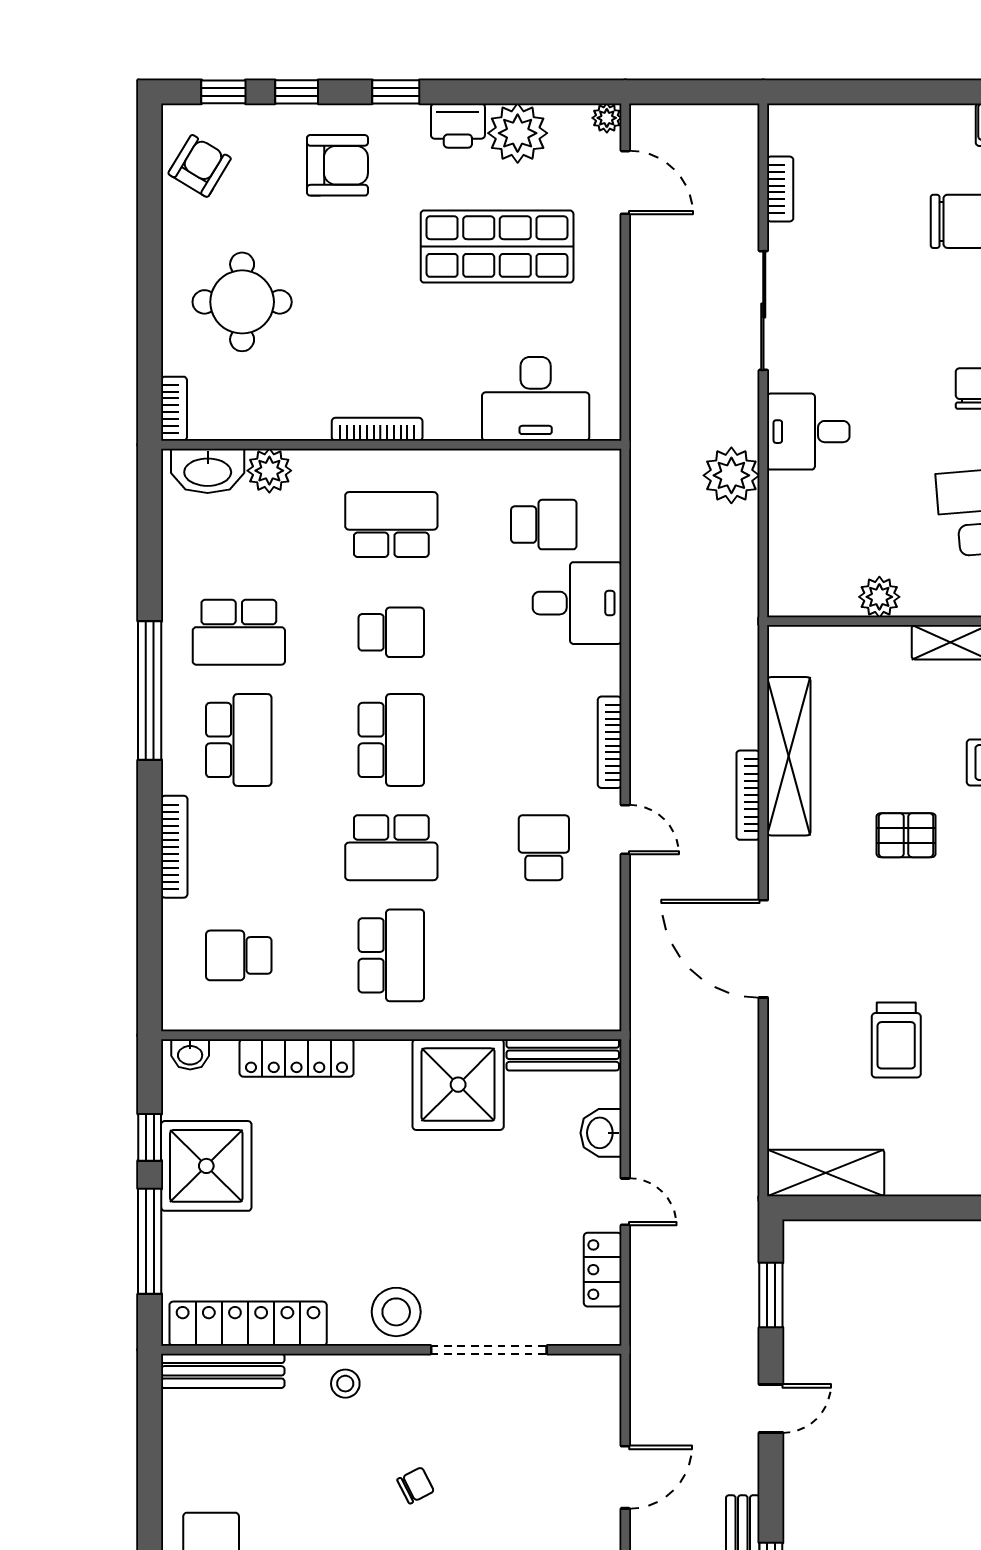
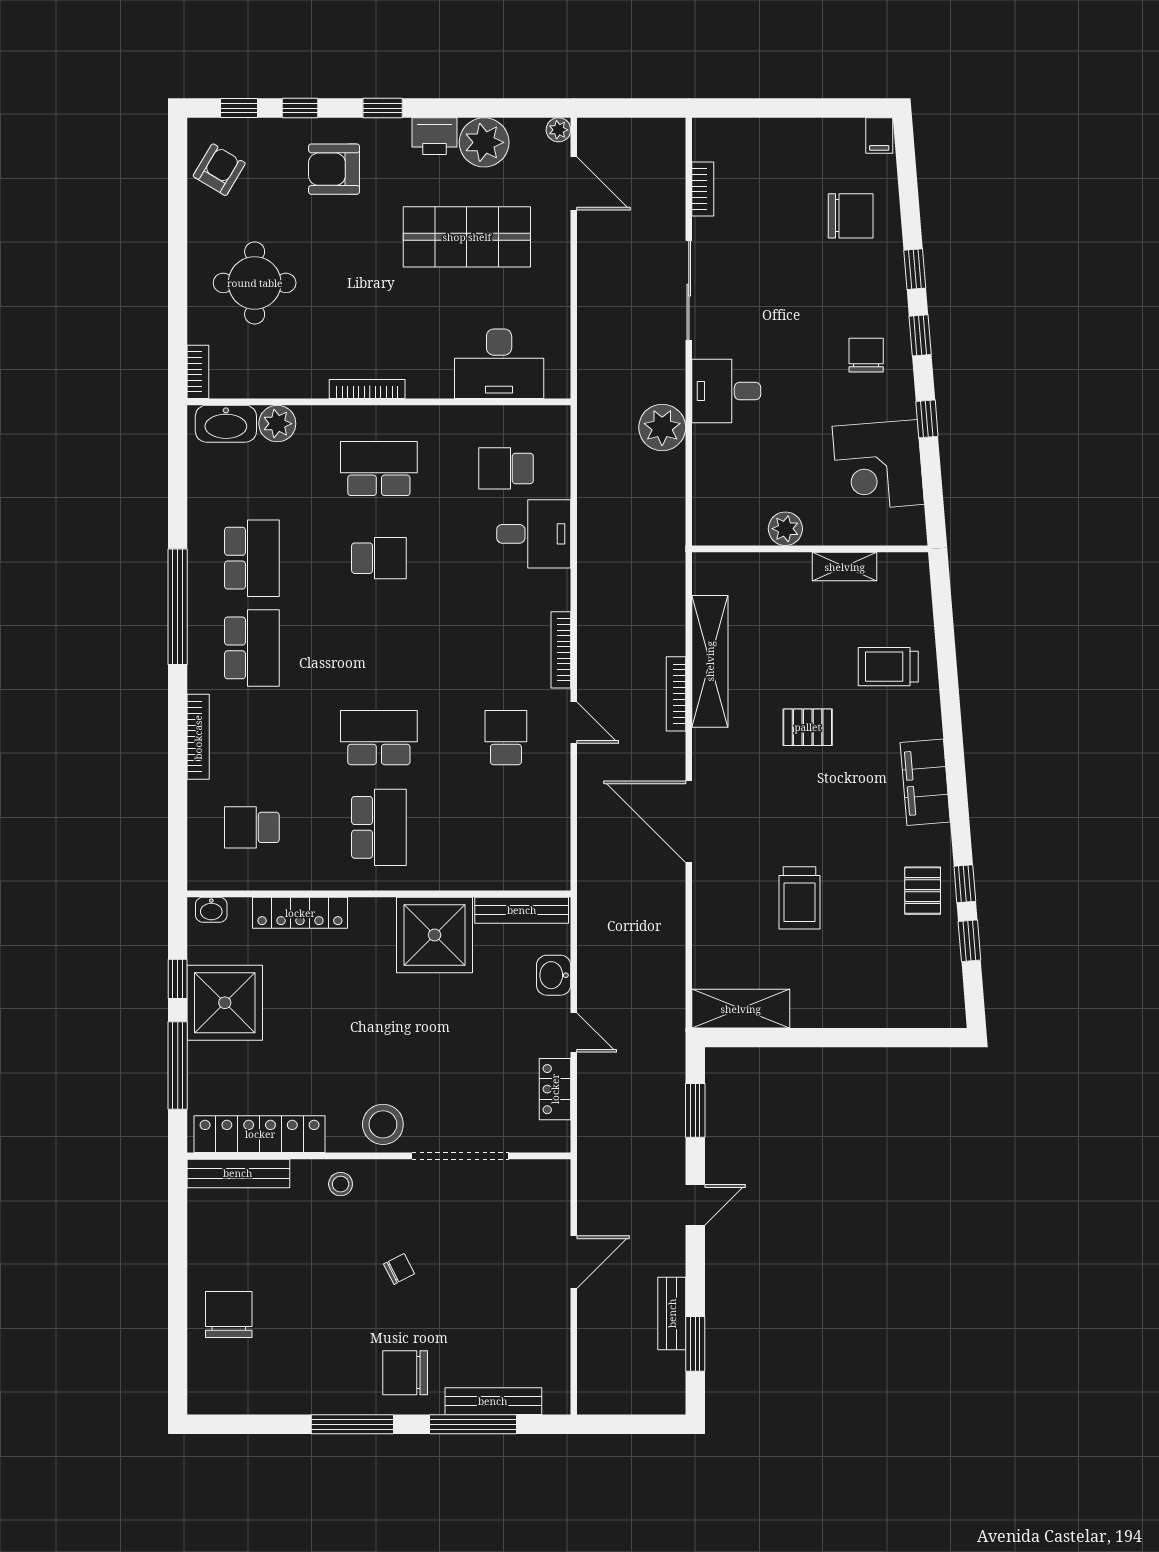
armchair: (337, 165) -> (334, 169), turned 180
school desk: (544, 525) -> (506, 468), turned 180
school desk: (239, 632) -> (252, 558), turned -90
school desk: (391, 740) -> (379, 648), removed
school desk: (391, 848) -> (379, 738), turned 180

